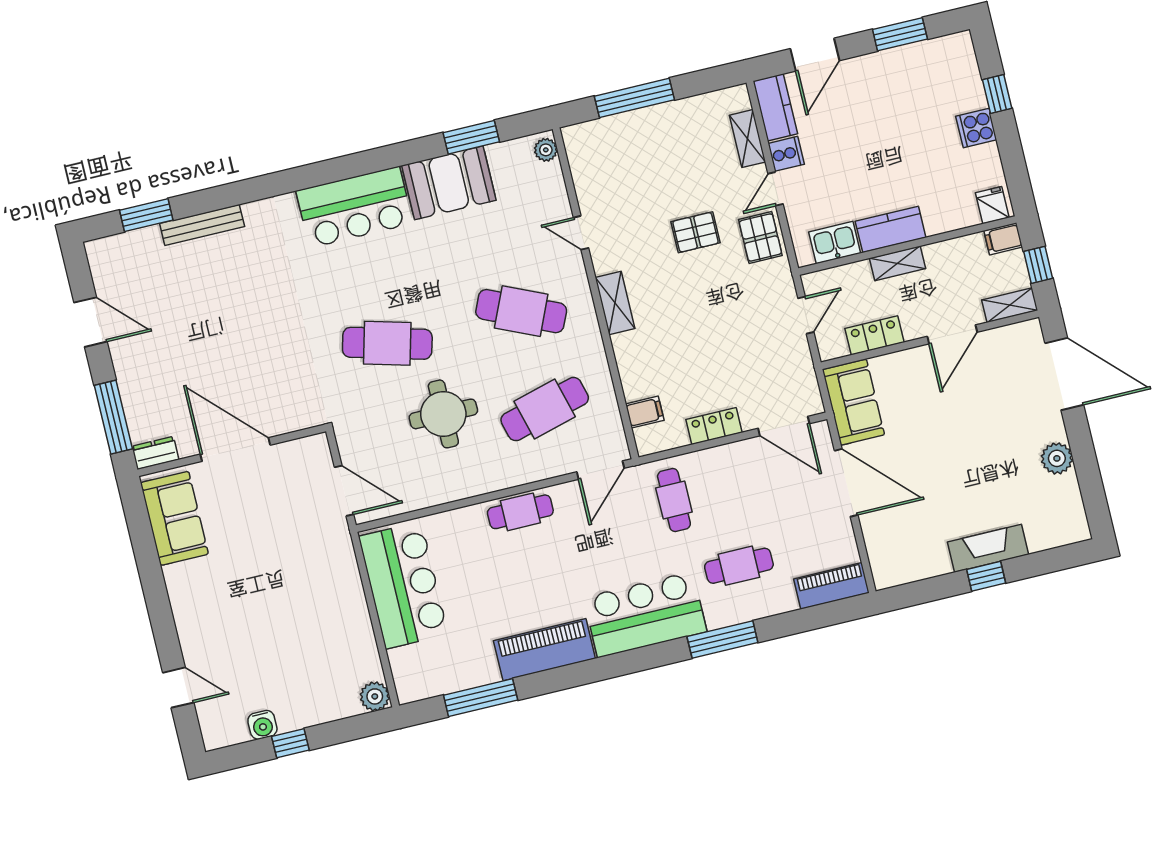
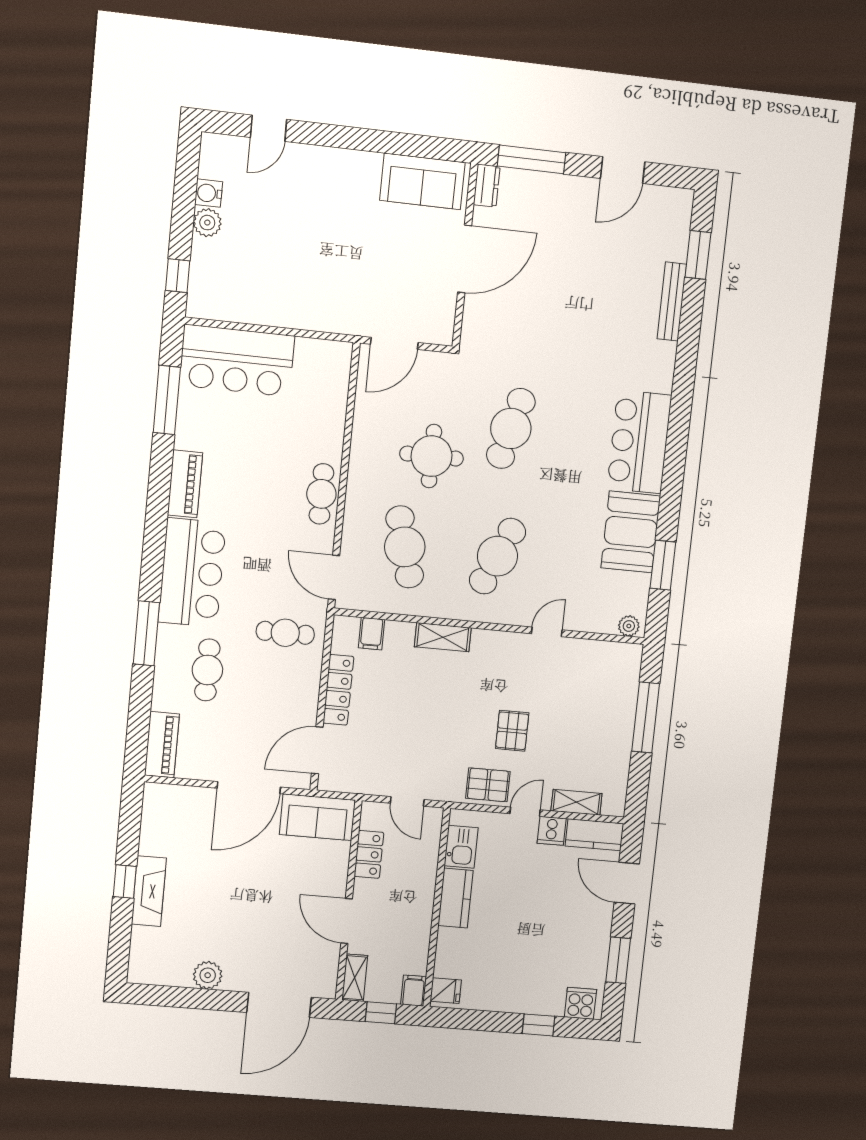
cooker: (976, 128) -> (580, 1003), moved
door: (775, 189) -> (525, 812), hinge flipped
shelving: (897, 263) -> (424, 894), removed
shelving: (615, 303) -> (443, 637), moved
locker: (714, 426) -> (338, 690), width x1.53
bar counter: (403, 585) -> (237, 361), moved
piano: (544, 650) -> (185, 484), width x0.73, depth x0.75
plant: (375, 696) -> (207, 223), moved
window: (290, 743) -> (178, 276), moved

